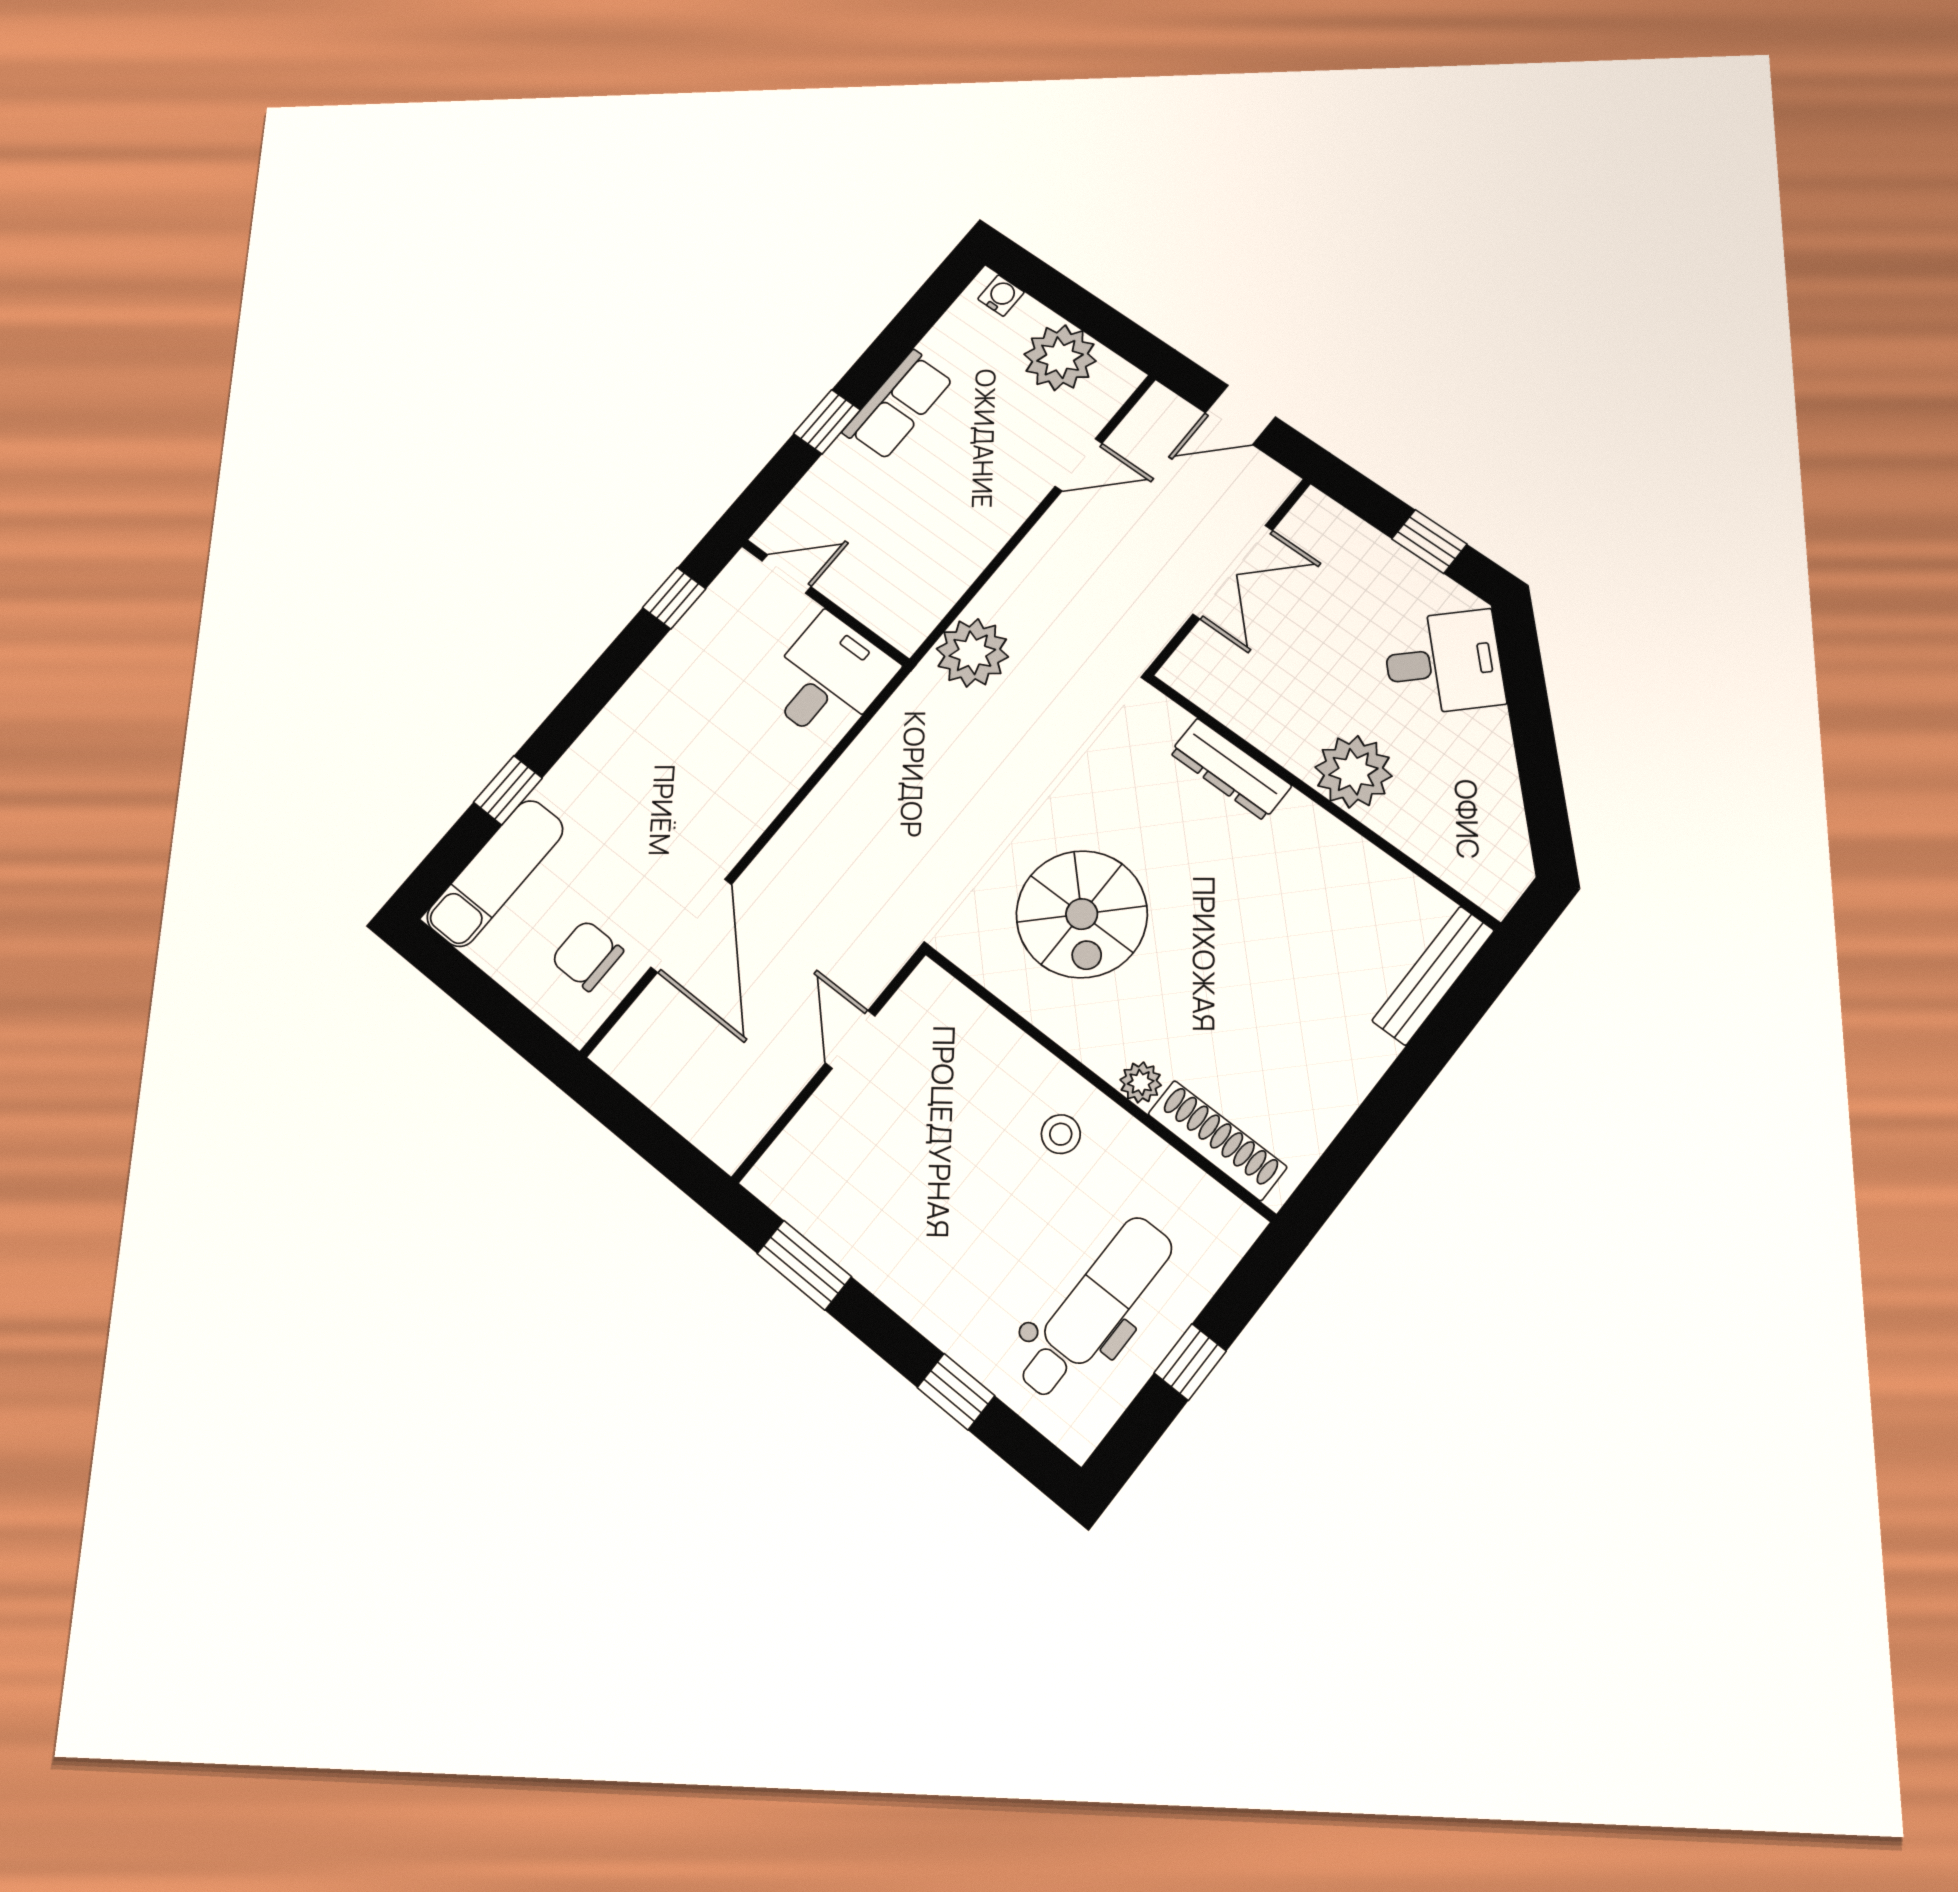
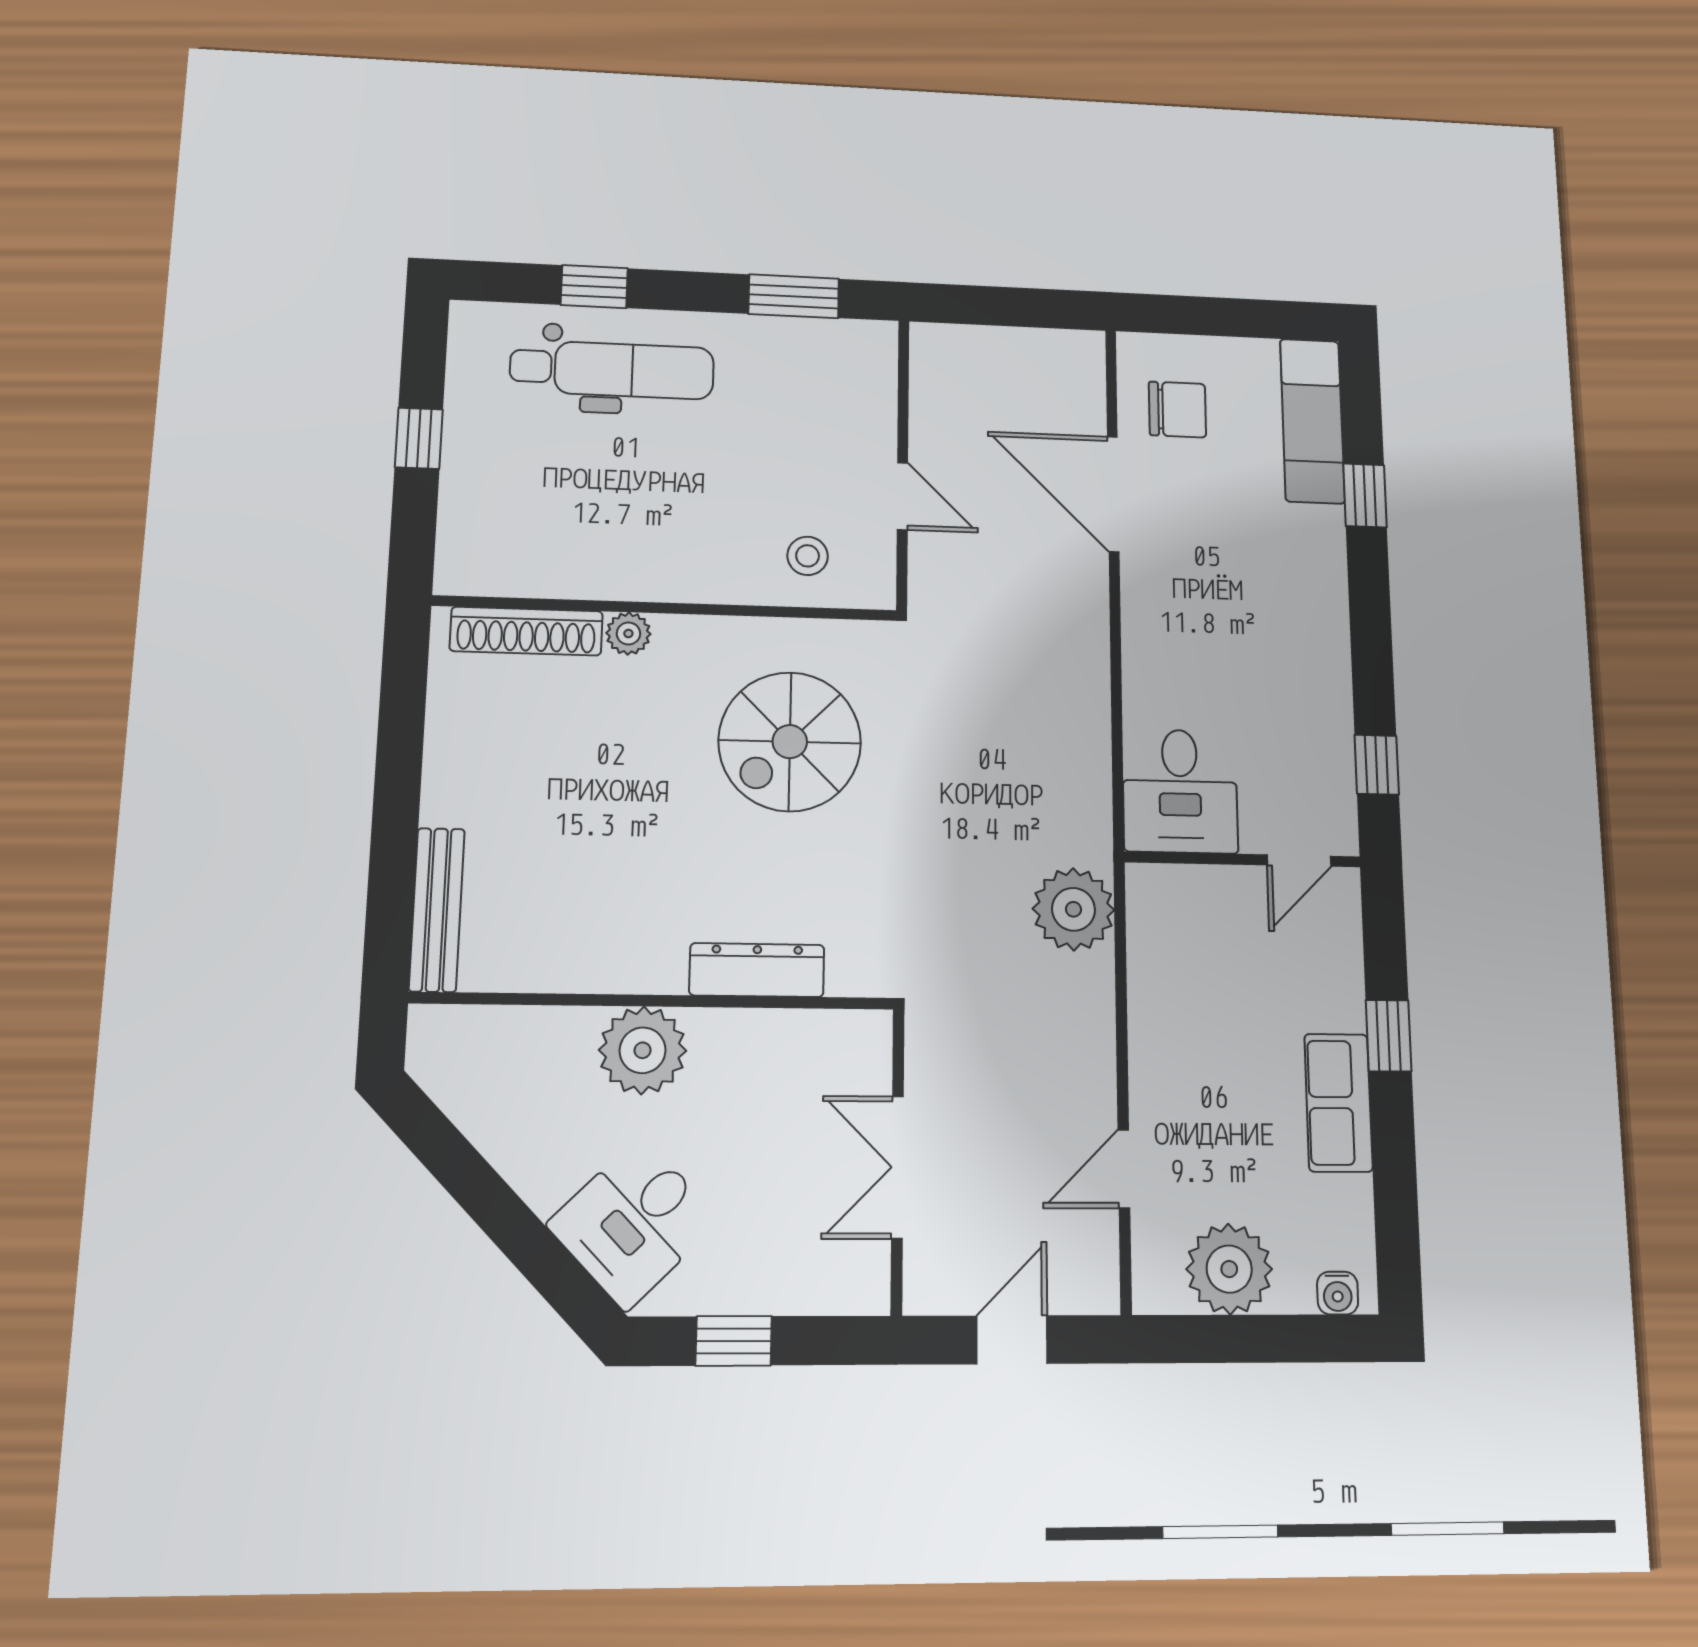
spiral stairs: (1082, 914) -> (790, 742), turned -90
stool: (1061, 1134) -> (808, 556), moved
dental chair: (1095, 1308) -> (612, 370), moved, turned -90

